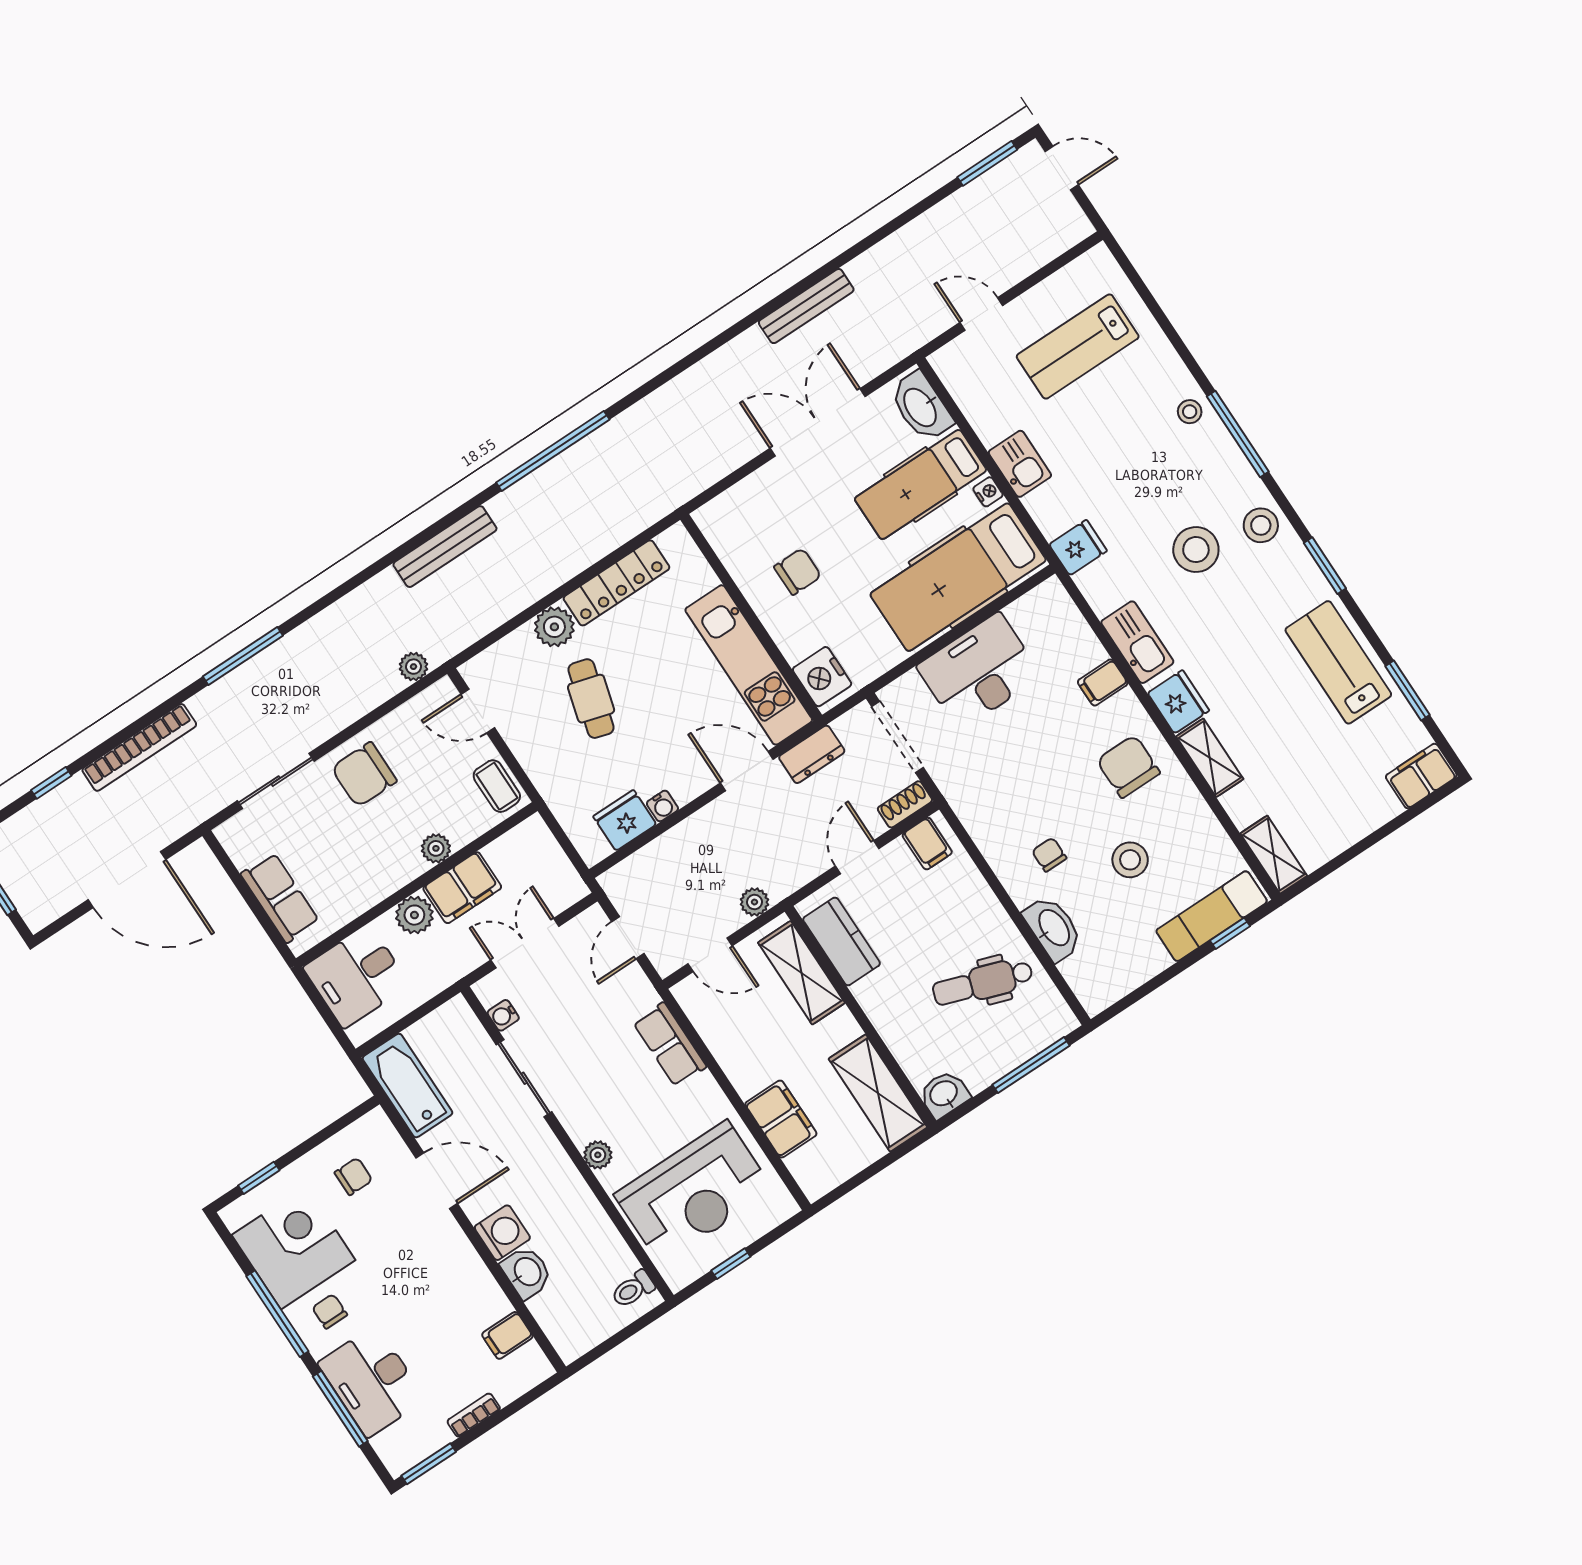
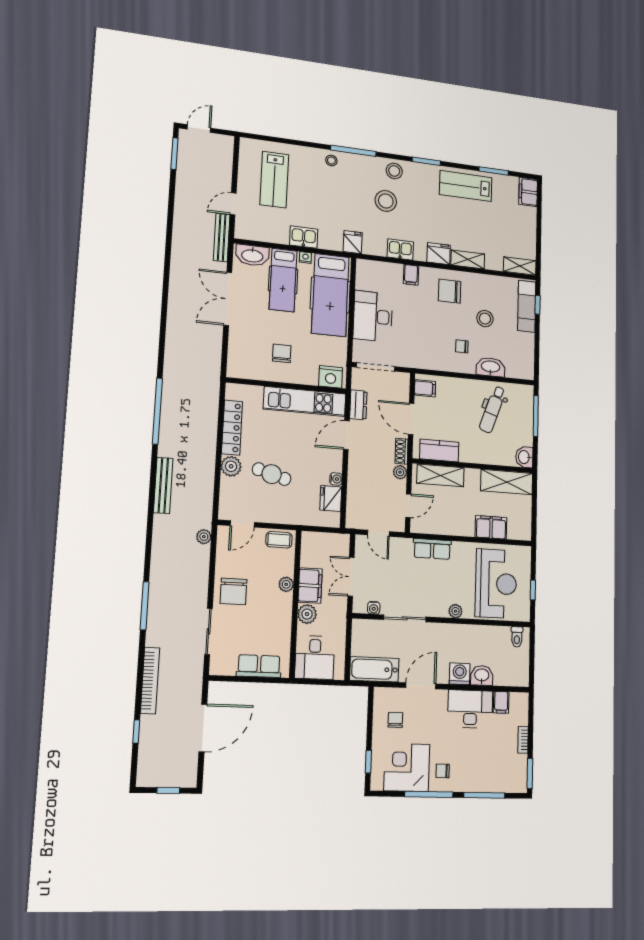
bench: (806, 306) -> (222, 238), moved
kitchen sink: (1137, 642) -> (400, 249), width x0.73
shoe rack: (905, 804) -> (402, 451), moved
door: (857, 857) -> (411, 419), width x1.38
desk: (372, 1381) -> (470, 709), moved, turned 180

